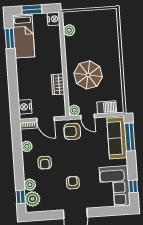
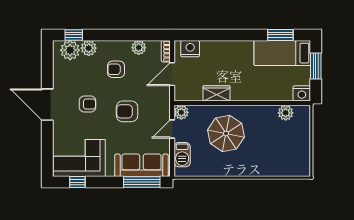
armchair: (72, 131) -> (127, 111), moved, turned -90

